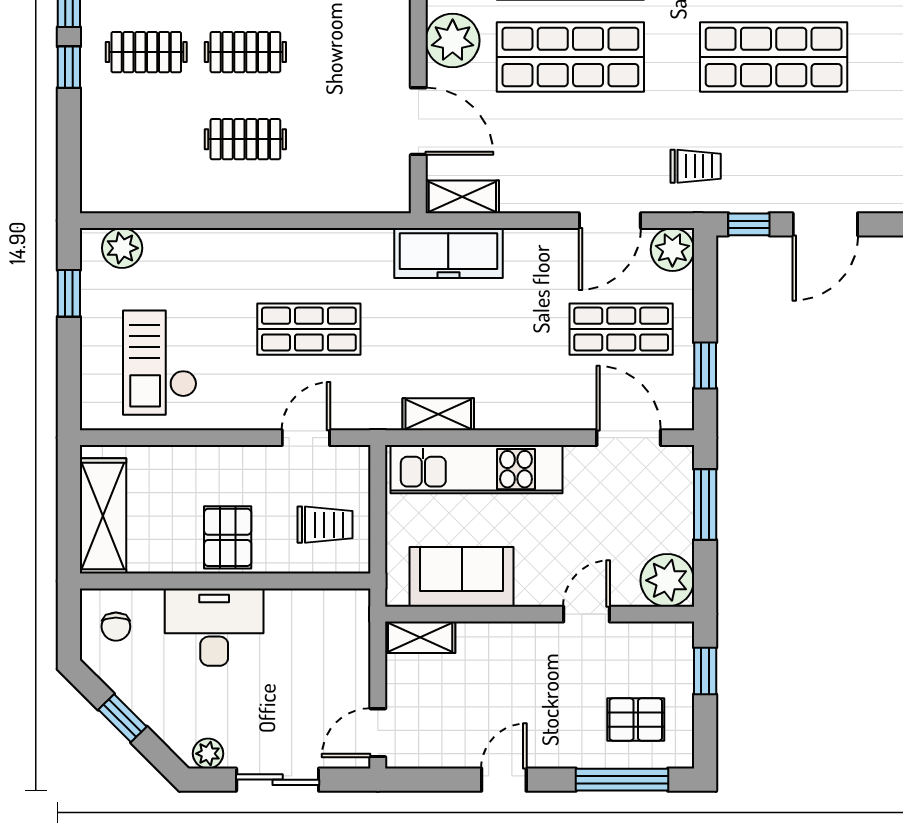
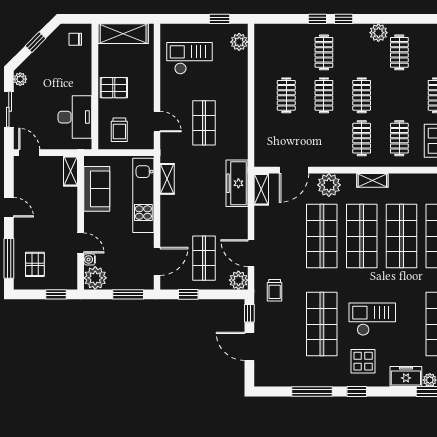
water cooler: (624, 594) -> (89, 259), added
desk: (214, 627) -> (75, 117), moved

